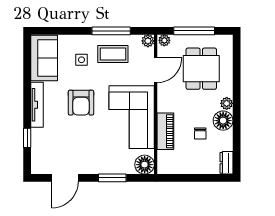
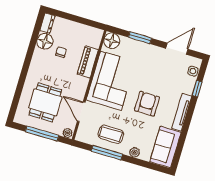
plant: (148, 41) -> (134, 152), moved
side table: (81, 60) -> (193, 71), moved
door: (156, 70) -> (81, 112), hinge flipped
plant: (227, 103) -> (34, 69), removed
floor lamp: (223, 121) -> (45, 41), moved

